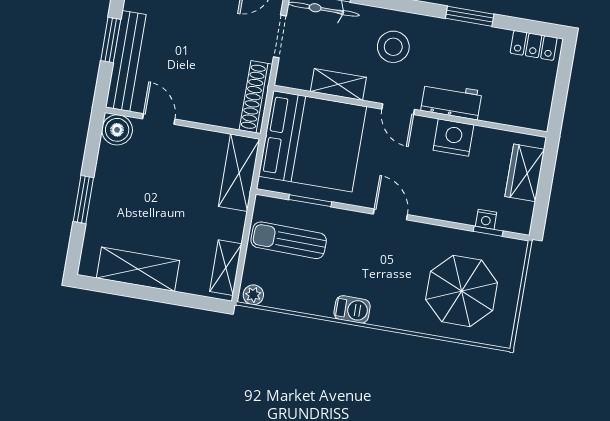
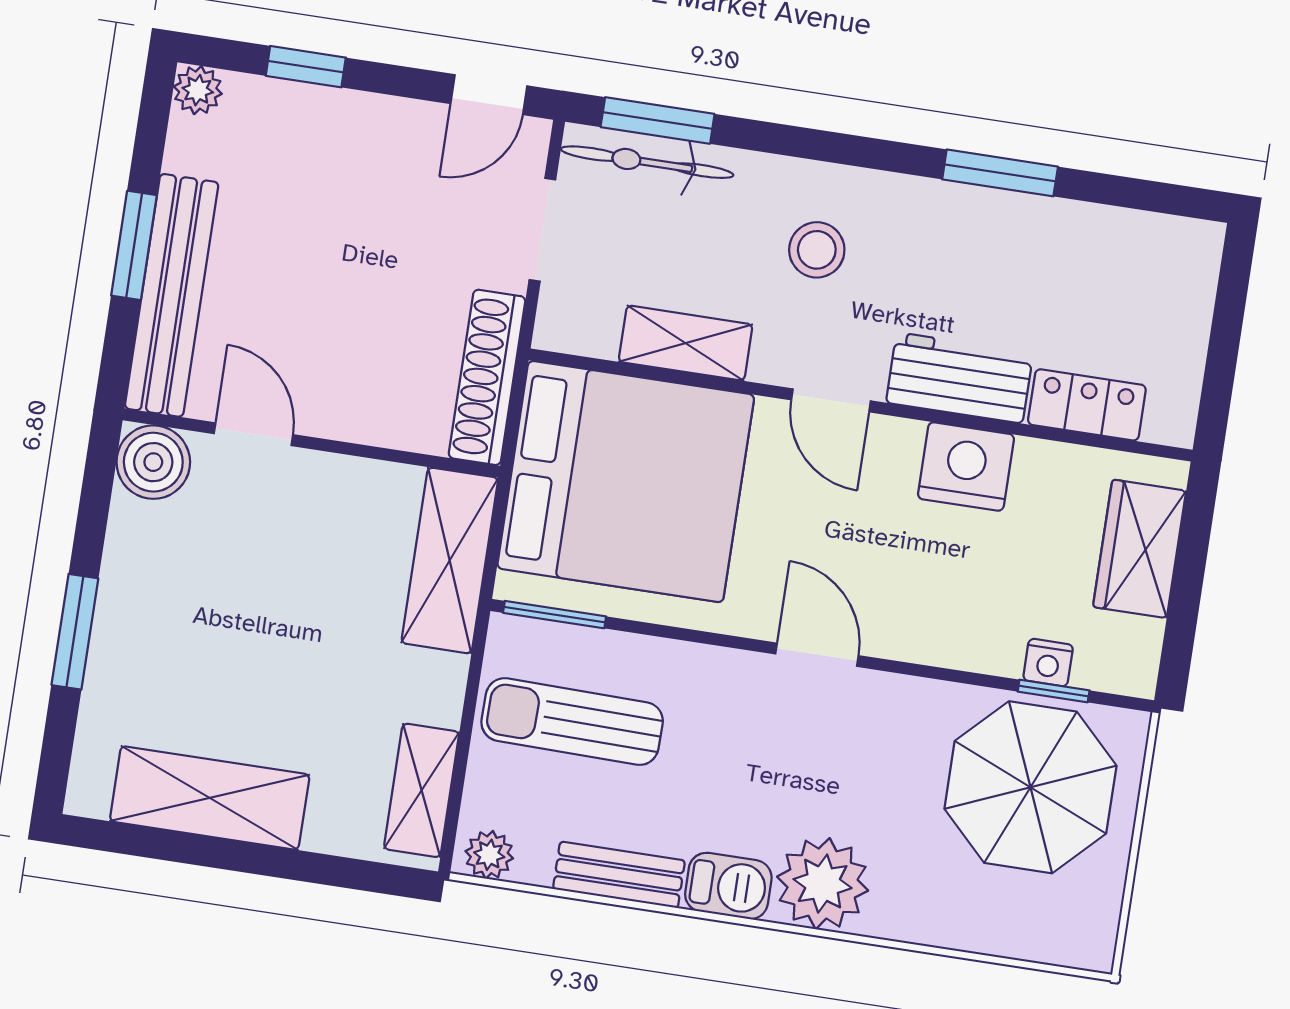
locker: (534, 45) -> (1087, 405), moved, turned 180
stool: (393, 47) -> (817, 250), width x0.73, depth x0.73
window: (310, 201) -> (555, 615), moved
parasol: (462, 291) -> (1030, 787), moved
bench: (307, 304) -> (619, 875), added
plant: (391, 309) -> (823, 884), added

